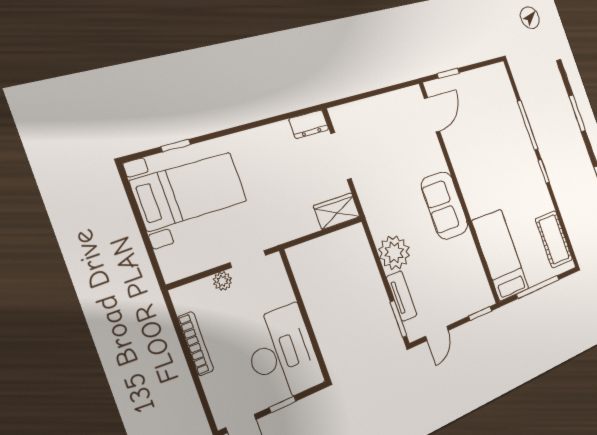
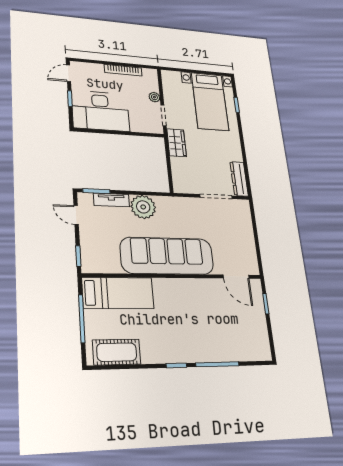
dresser: (309, 124) -> (239, 179), width x1.44
sofa: (445, 205) -> (167, 256), width x1.85, depth x1.27
wardrobe: (337, 211) -> (177, 143), moved

